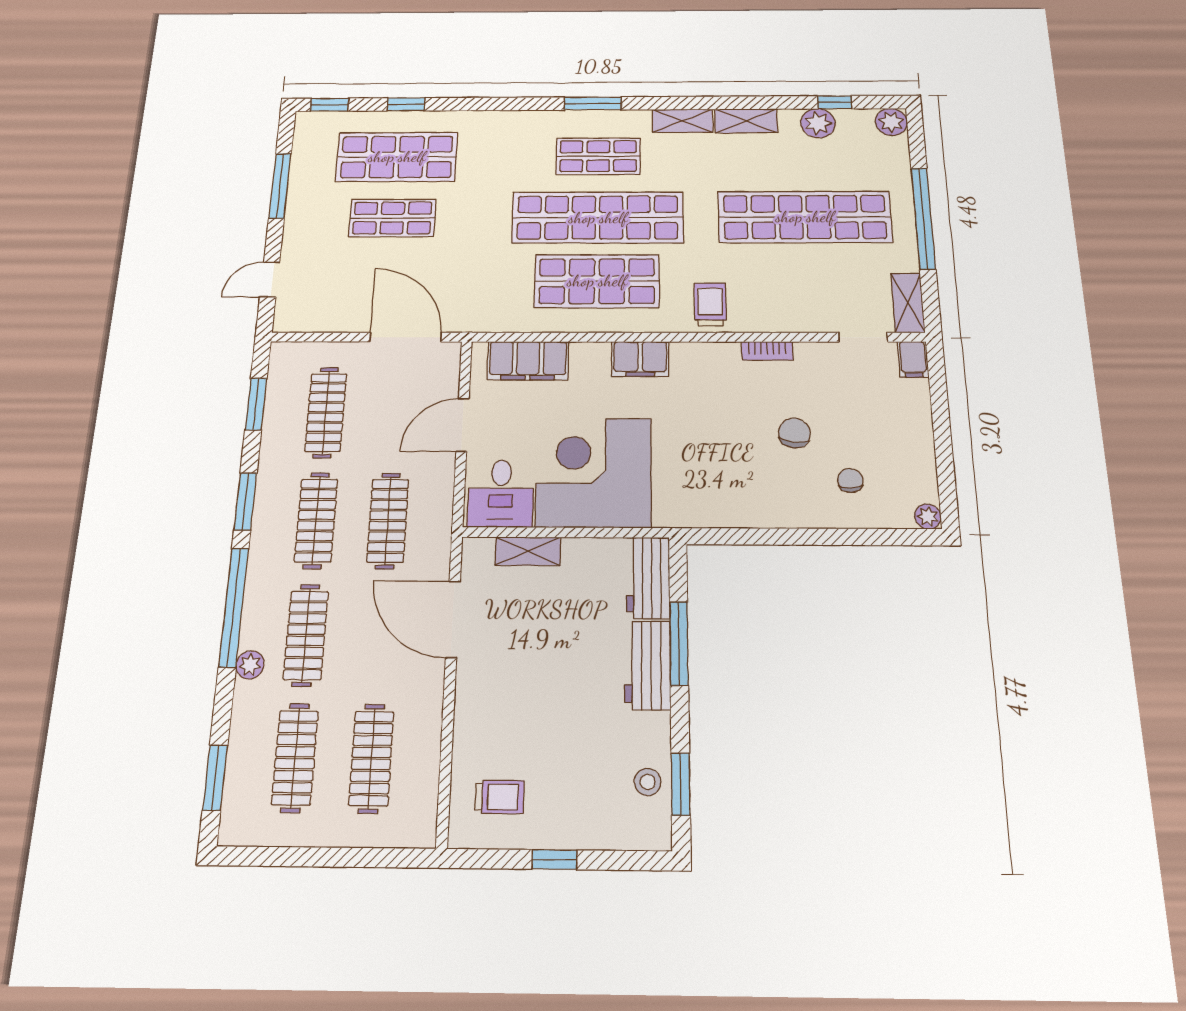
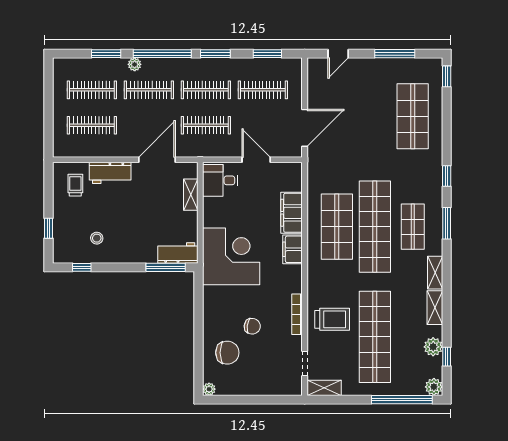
window: (406, 104) -> (447, 176), moved
shop shelf: (392, 218) -> (375, 116), removed
window: (923, 218) -> (402, 400), moved
door: (270, 279) -> (338, 54), swing flipped
trolley: (710, 304) -> (332, 319), moved, width x1.36, depth x1.39
bookcase: (767, 351) -> (297, 314), width x1.56
filing cabinet: (913, 359) -> (292, 388), removed
filing cabinet: (528, 361) -> (291, 213), moved
corner desk: (594, 472) -> (231, 256), moved
chair: (850, 480) -> (227, 353), width x1.87, depth x1.87
window: (679, 643) -> (166, 267), moved
workbench: (648, 665) -> (110, 173), moved, turned 180
window: (215, 778) -> (106, 54), moved
stool: (648, 782) -> (97, 238), moved
window: (681, 784) -> (82, 267), width x0.67
trolley: (500, 797) -> (75, 185), turned 180
window: (554, 860) -> (48, 228), moved

